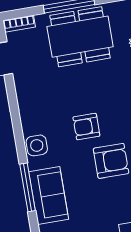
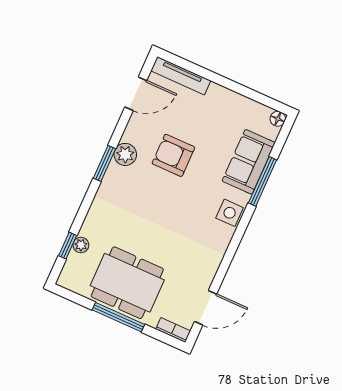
armchair: (86, 127) -> (175, 200), removed

